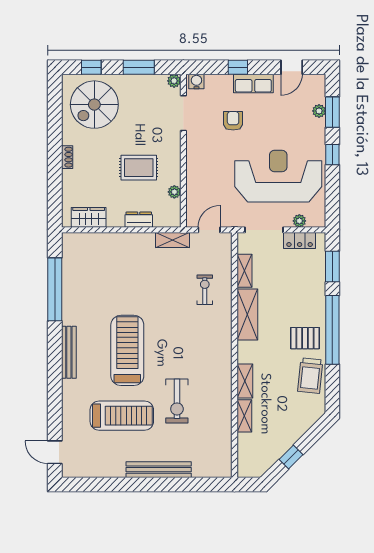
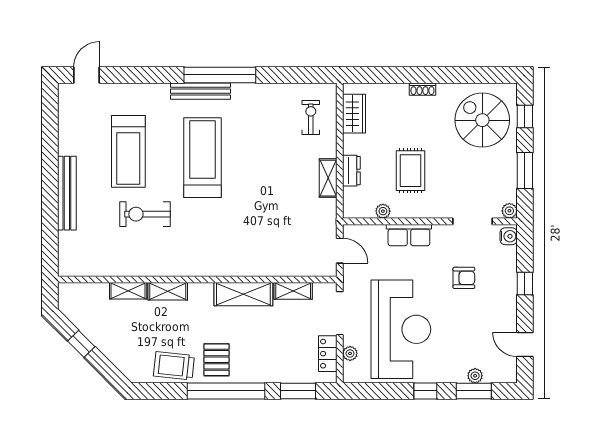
row of seats: (253, 83) -> (409, 235), moved, turned -90
shelving: (172, 240) -> (328, 178), moved
window: (55, 289) -> (220, 75), moved
exercise bike: (205, 290) -> (311, 118), moved, turned -90
treadmill: (127, 350) -> (203, 158), turned -90

